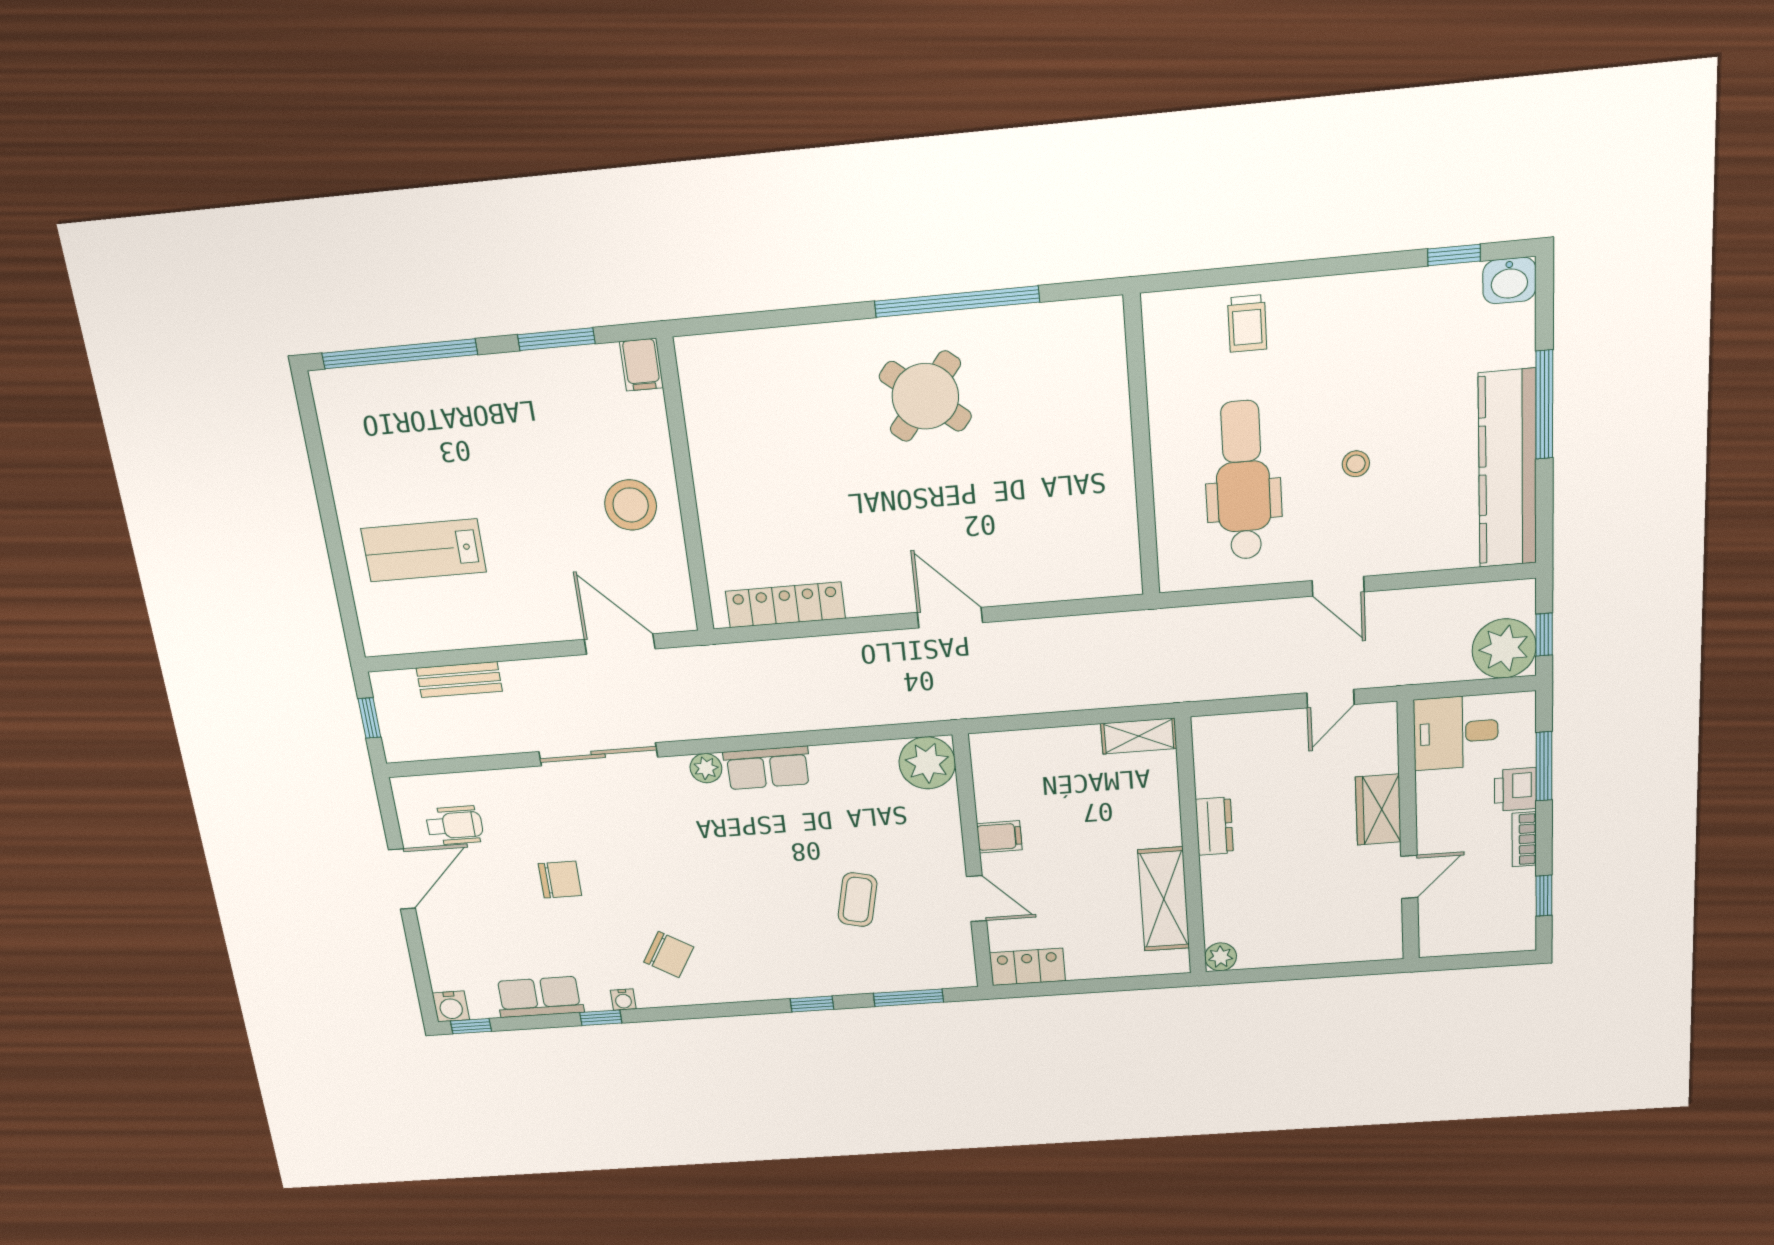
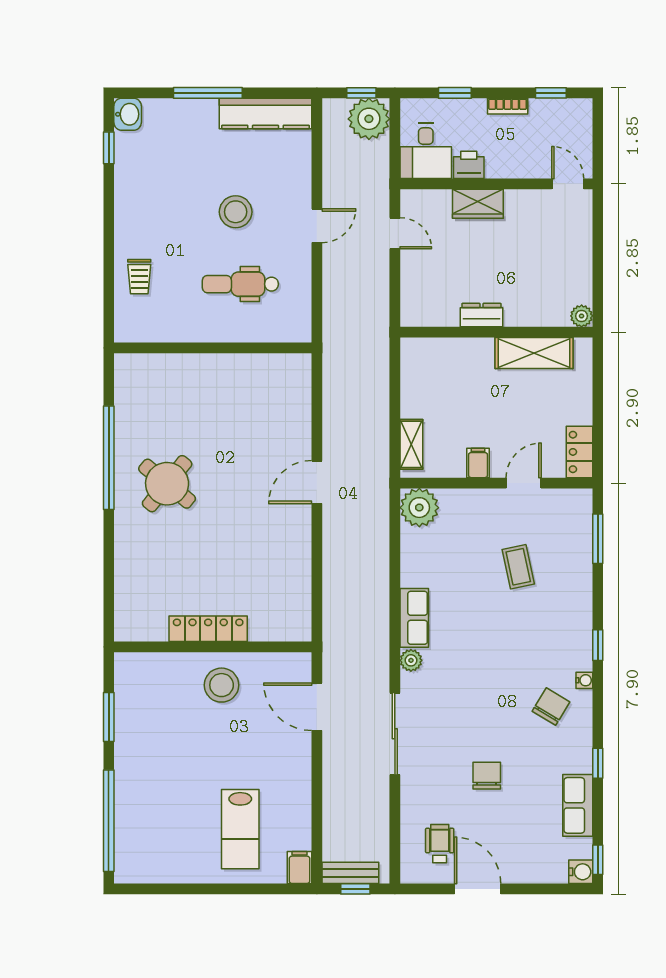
trolley: (1247, 323) -> (139, 277), turned 90
filing cabinet: (641, 365) -> (299, 868), moved, turned -90
stool: (1356, 464) -> (236, 212), width x1.89, depth x1.89
kitchen counter: (1507, 469) -> (266, 113), width x0.72, depth x0.86
dental chair: (1243, 481) -> (240, 284), width x0.73, depth x0.72
locker: (785, 605) -> (208, 629), moved, turned 90
door: (620, 644) -> (317, 707), hinge flipped
bench: (459, 680) -> (350, 873), moved, turned 90
shelving: (1139, 736) -> (411, 444), moved
window: (1544, 766) -> (455, 93), width x0.67
printer: (1515, 789) -> (469, 165), moved, turned 180
door: (1409, 877) -> (568, 184), moved
coffee table: (857, 900) -> (518, 567), turned 65
water cooler: (623, 1000) -> (584, 680), moved
window: (812, 1004) -> (598, 645), moved

